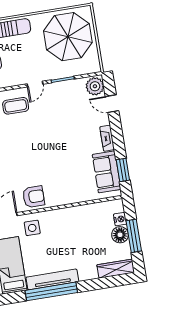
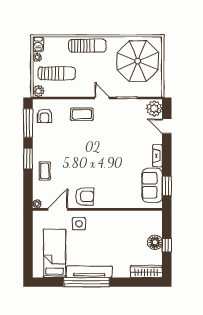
door: (35, 84) -> (102, 98), swing flipped
nightstand: (120, 219) -> (157, 229), removed
window: (134, 236) -> (167, 245), width x0.46

